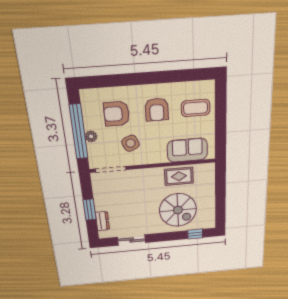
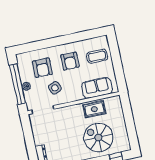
armchair: (117, 114) -> (42, 68), turned -90
window: (90, 210) -> (30, 145), removed
spiral stairs: (178, 210) -> (98, 137), turned 180

